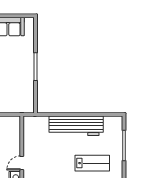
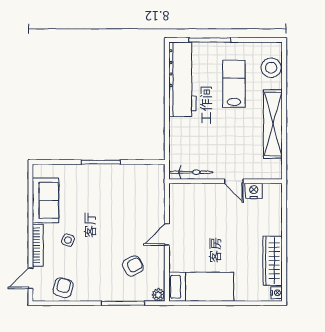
workbench: (76, 126) -> (182, 79), moved
bicycle: (28, 132) -> (191, 172), added

